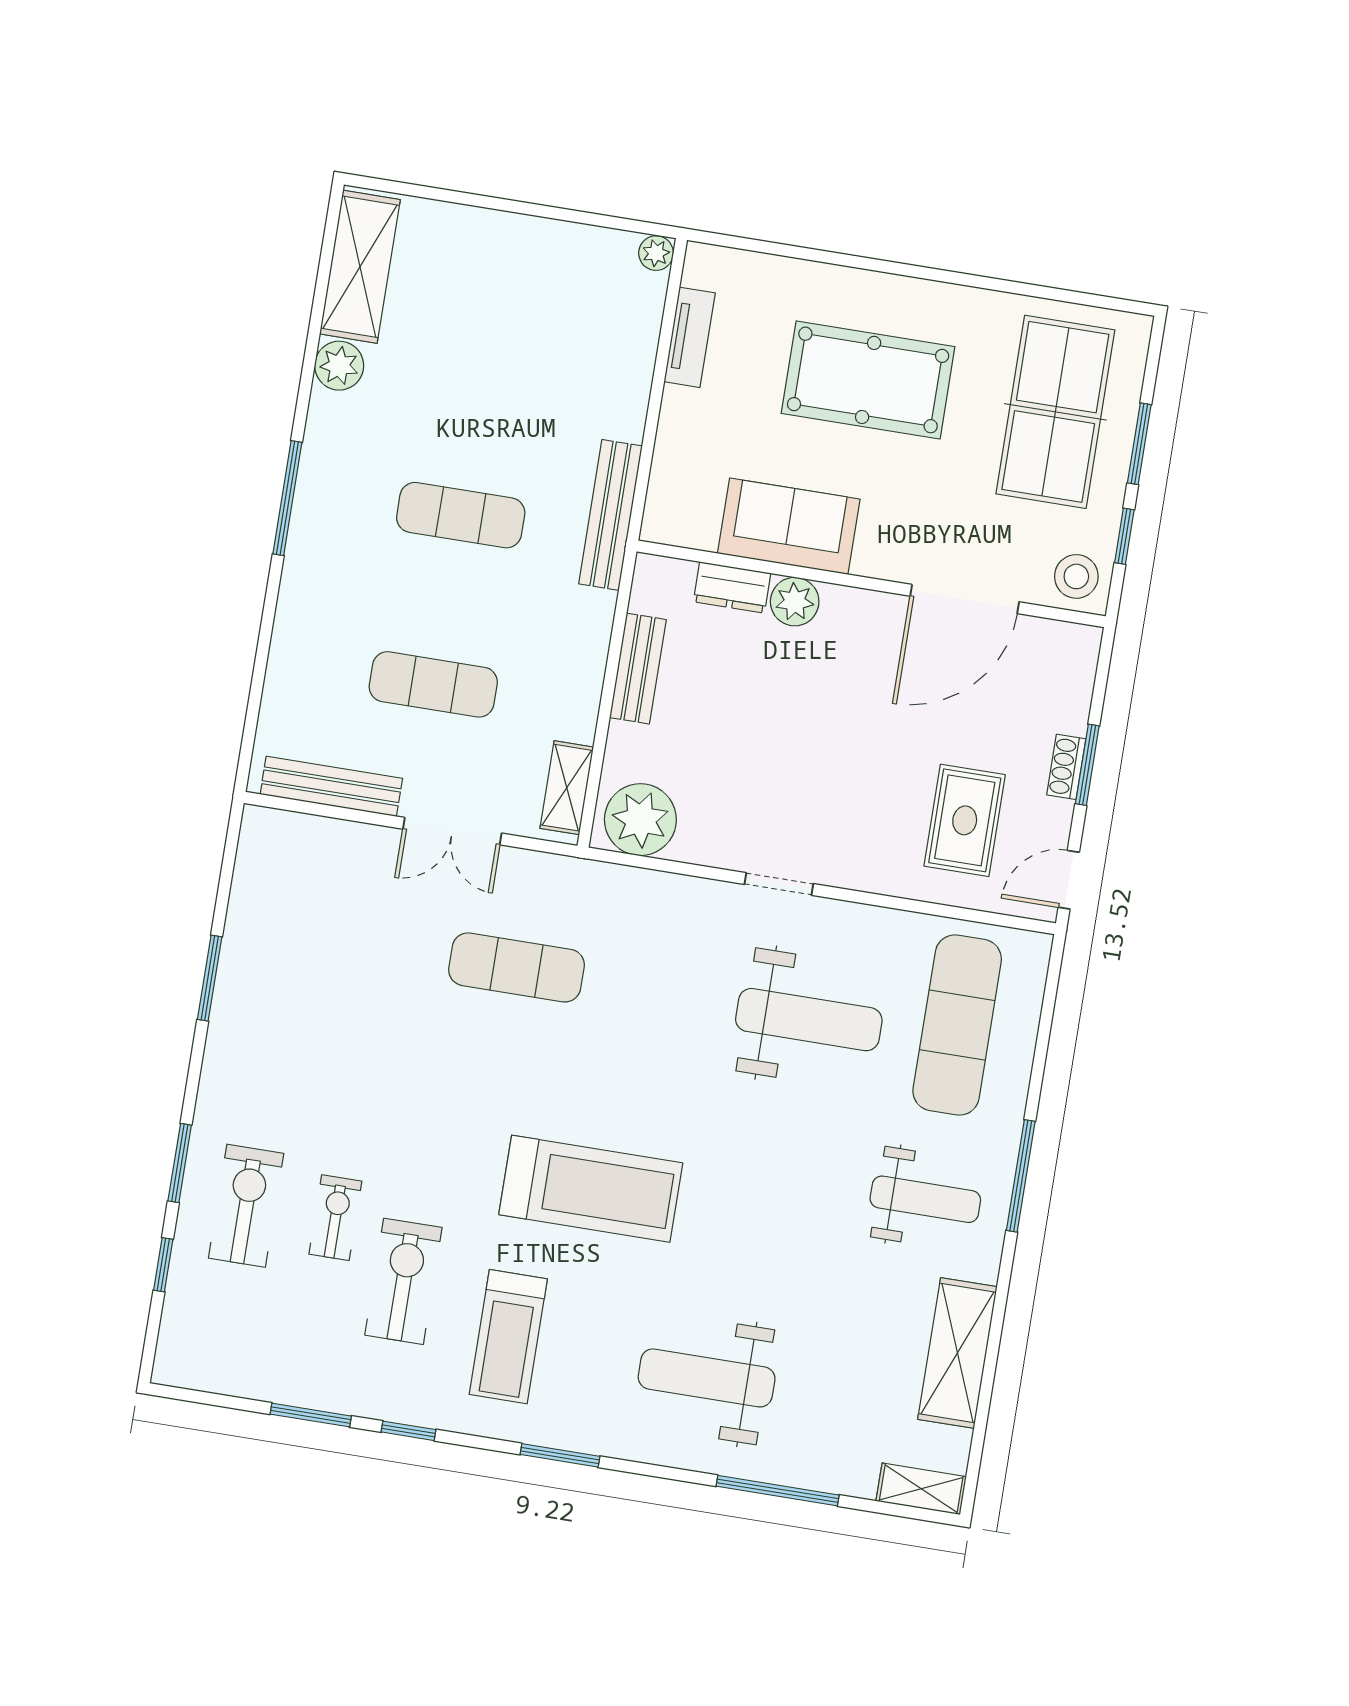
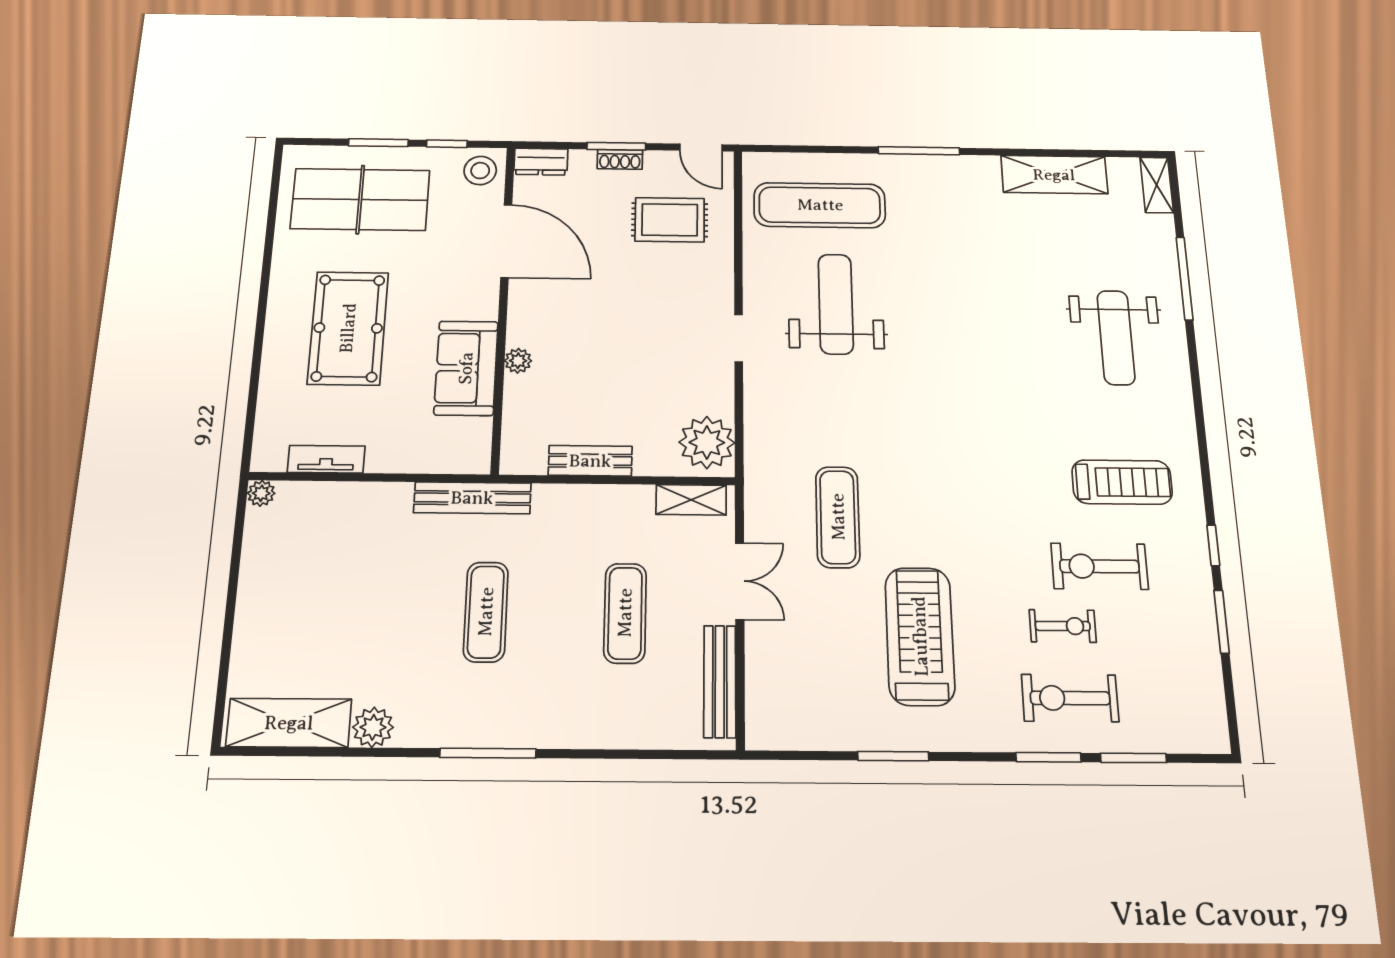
dresser: (732, 588) -> (541, 162), moved, turned 90
plant: (795, 602) -> (518, 361), width x0.73, depth x0.73
treadmill: (591, 1189) -> (920, 636), moved
weight bench: (925, 1199) -> (950, 209), removed
exercise bike: (335, 1218) -> (1063, 626), turned 180
window: (163, 1265) -> (1133, 758), width x1.50
window: (560, 1455) -> (1201, 432), removed

